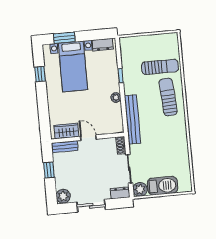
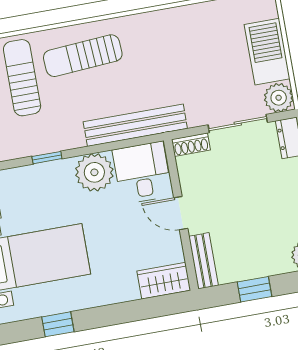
plant: (116, 97) -> (94, 172), width x1.87, depth x1.87
desk: (109, 121) -> (142, 173), added
wardrobe: (66, 131) -> (164, 281), moved, turned 90
door: (88, 138) -> (181, 213), hinge flipped

